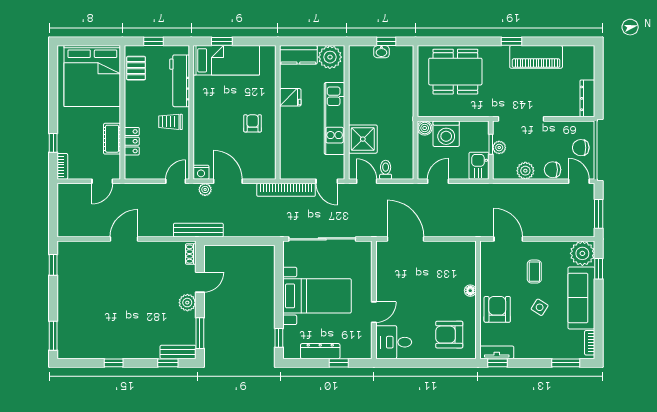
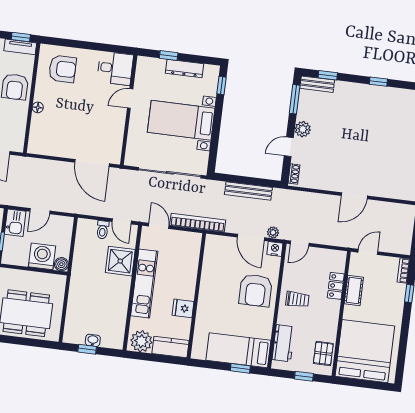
workbench: (180, 81) -> (283, 343), width x0.73
armchair: (253, 123) -> (256, 290), moved, width x1.88, depth x1.88
door: (438, 181) -> (40, 211), moved
bench: (198, 230) -> (248, 191), moved

